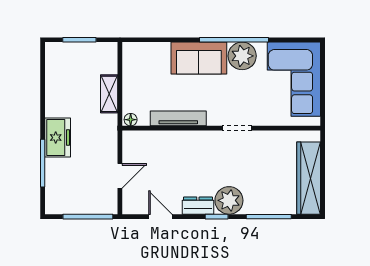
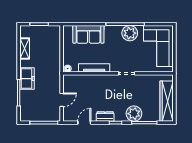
sofa: (199, 58) -> (88, 34), moved
shelving: (109, 94) -> (25, 49), moved
plant: (229, 200) -> (134, 114), moved
door: (160, 217) -> (84, 123), hinge flipped

